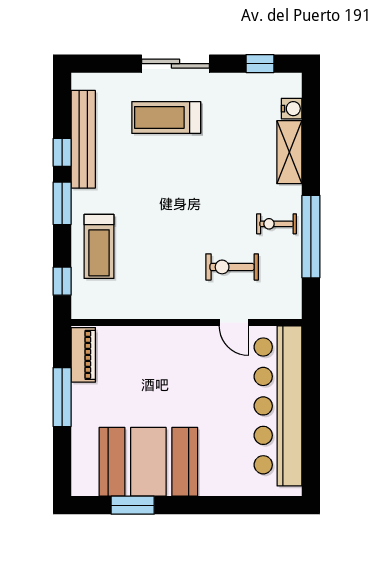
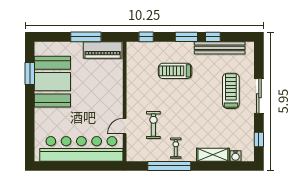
treadmill: (99, 246) -> (175, 71), moved
piano: (83, 355) -> (103, 50), width x1.37, depth x1.33

